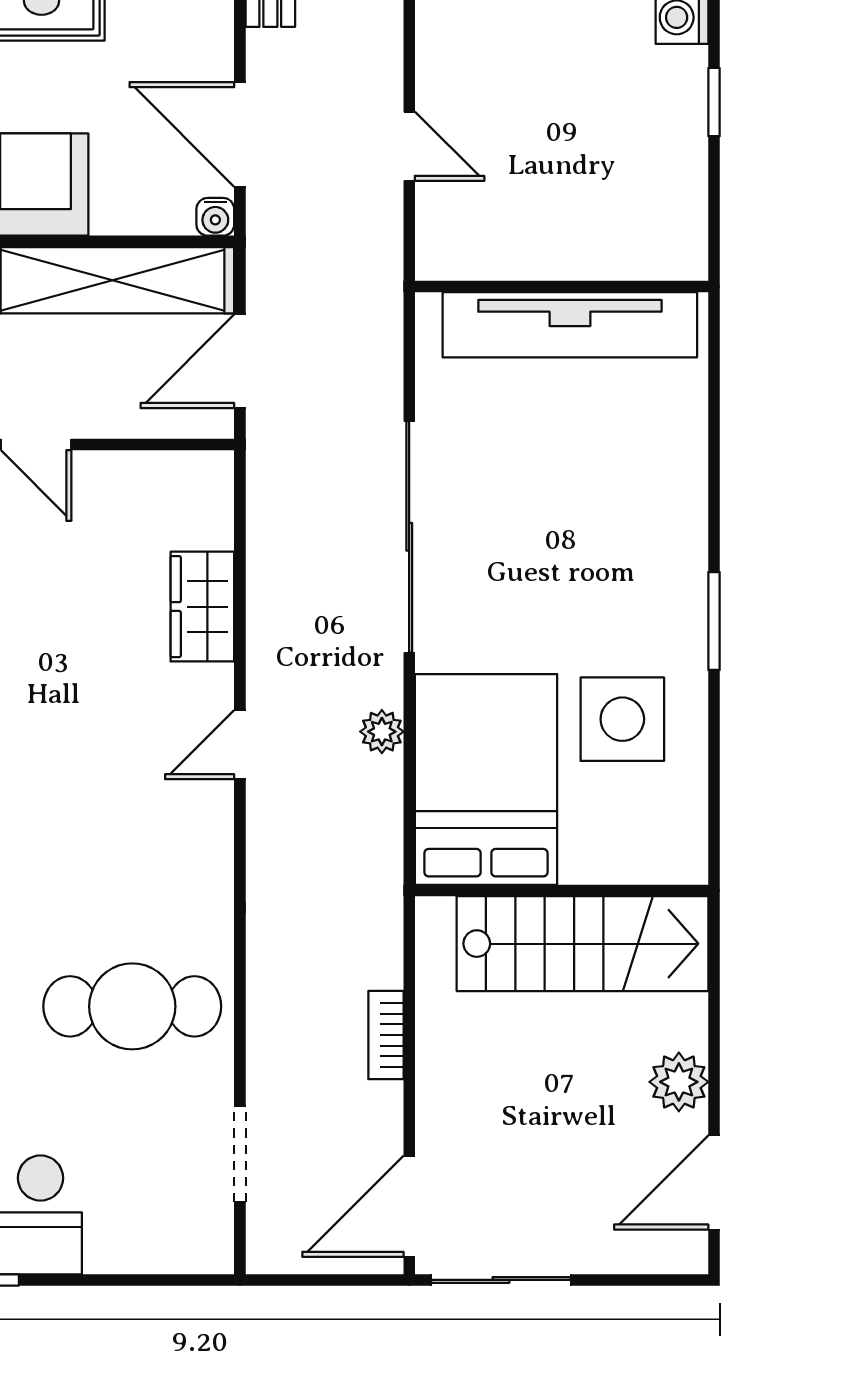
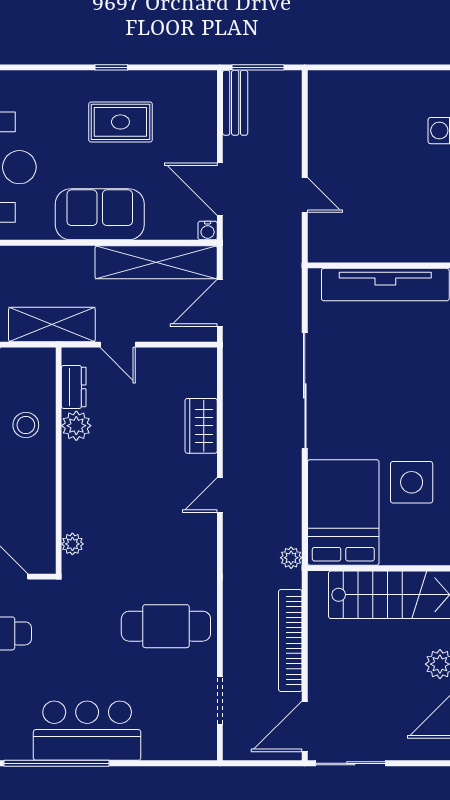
plant: (382, 732) -> (291, 558), moved
bookcase: (386, 1035) -> (290, 641), width x2.31, depth x1.31

